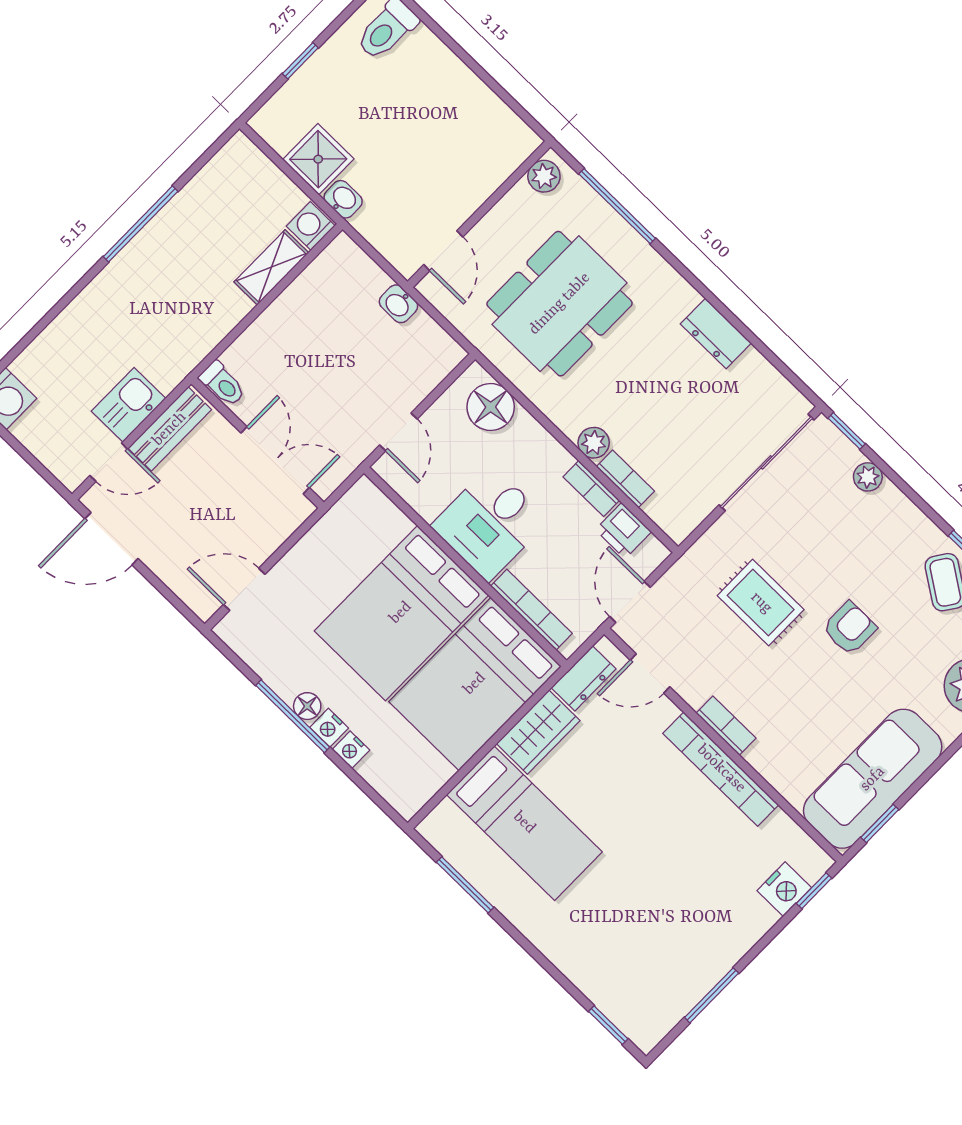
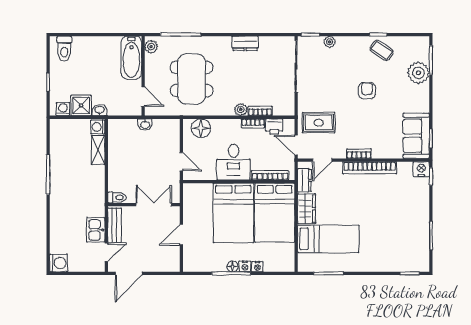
washing machine: (280, 134) -> (63, 109), added
bathtub: (490, 162) -> (131, 58), added
door: (244, 589) -> (181, 235), moved
rug: (761, 603) -> (319, 123), moved
sofa: (873, 779) -> (416, 136), width x0.73
nightstand: (784, 889) -> (421, 169), moved, turned -90

